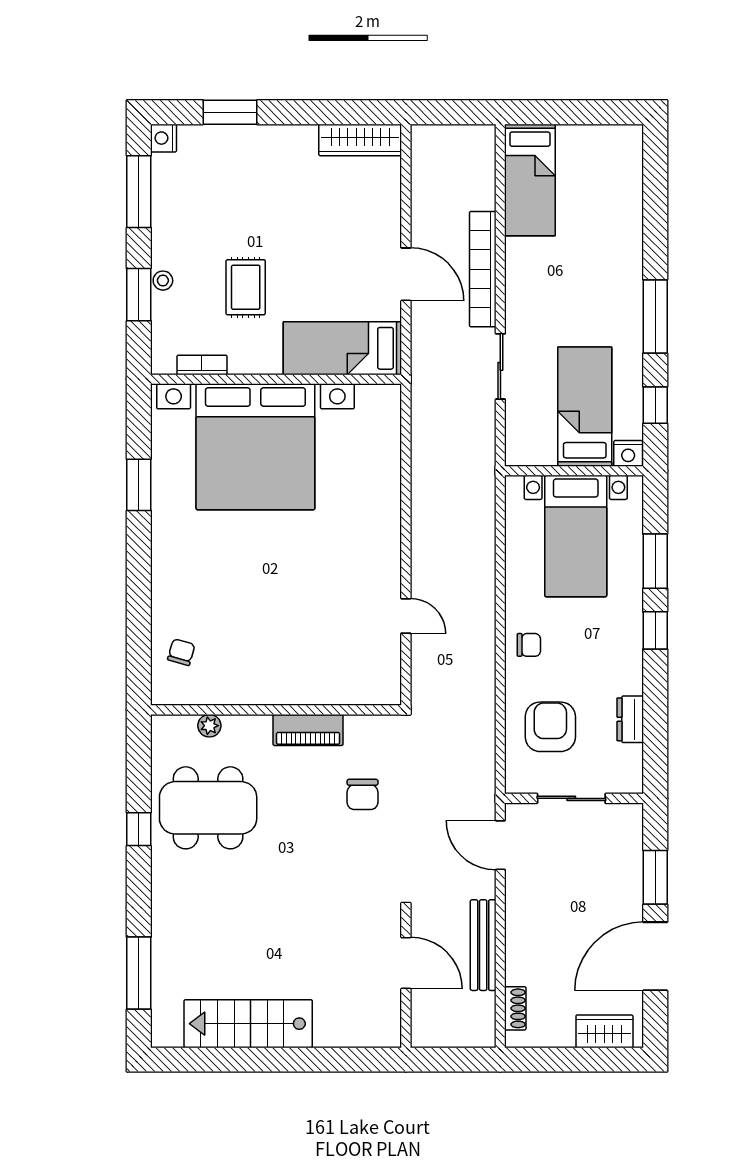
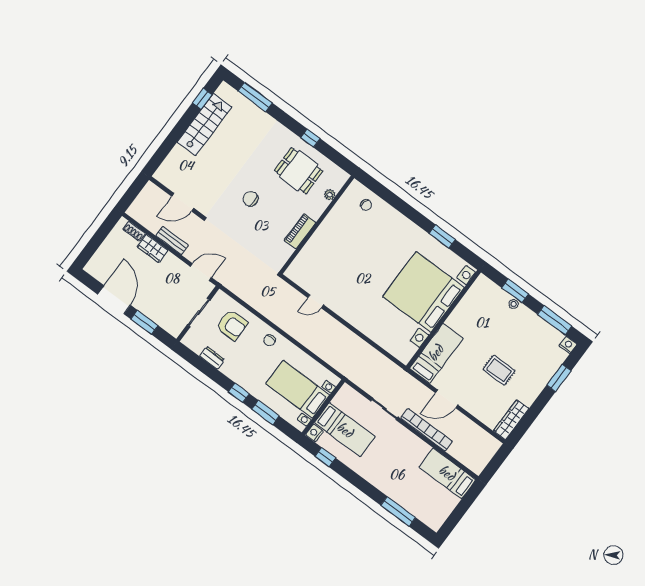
rug: (246, 287) -> (499, 370), moved
window: (655, 316) -> (398, 511), moved
bookcase: (202, 365) -> (470, 295), removed
chair: (363, 794) -> (251, 199), moved
dining table: (208, 808) -> (299, 171), width x0.73
bench: (483, 945) -> (172, 240), width x0.73
wardrobe: (604, 1031) -> (153, 248), moved, turned 90
window: (208, 1060) -> (202, 99), added

